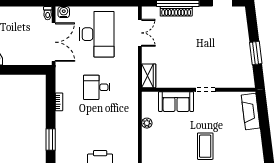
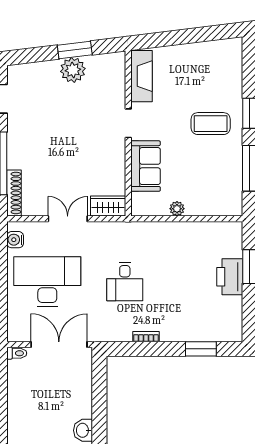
shoe rack: (176, 11) -> (14, 193), moved
water cooler: (64, 12) -> (15, 240), moved
double door: (140, 33) -> (68, 219), moved
plant: (242, 52) -> (73, 70), added
fireplace: (251, 111) -> (142, 76), moved, turned -83

